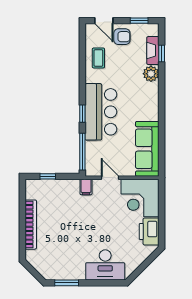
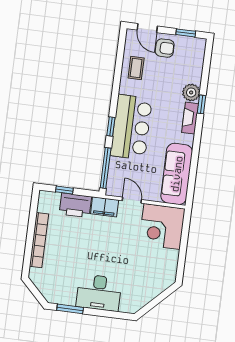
fireplace: (153, 51) -> (190, 118), moved
window: (162, 53) -> (202, 104), moved
filing cabinet: (86, 187) -> (105, 207), width x2.00
printer: (149, 231) -> (75, 205), moved, turned -90
desk: (105, 265) -> (99, 293), moved

